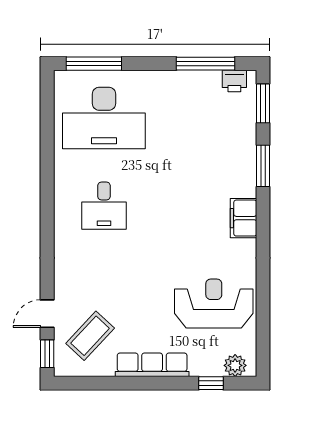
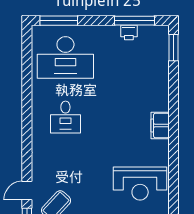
printer: (234, 81) -> (129, 32), moved
window: (263, 166) -> (173, 90), removed
reception desk: (214, 304) -> (140, 183), turned 180

